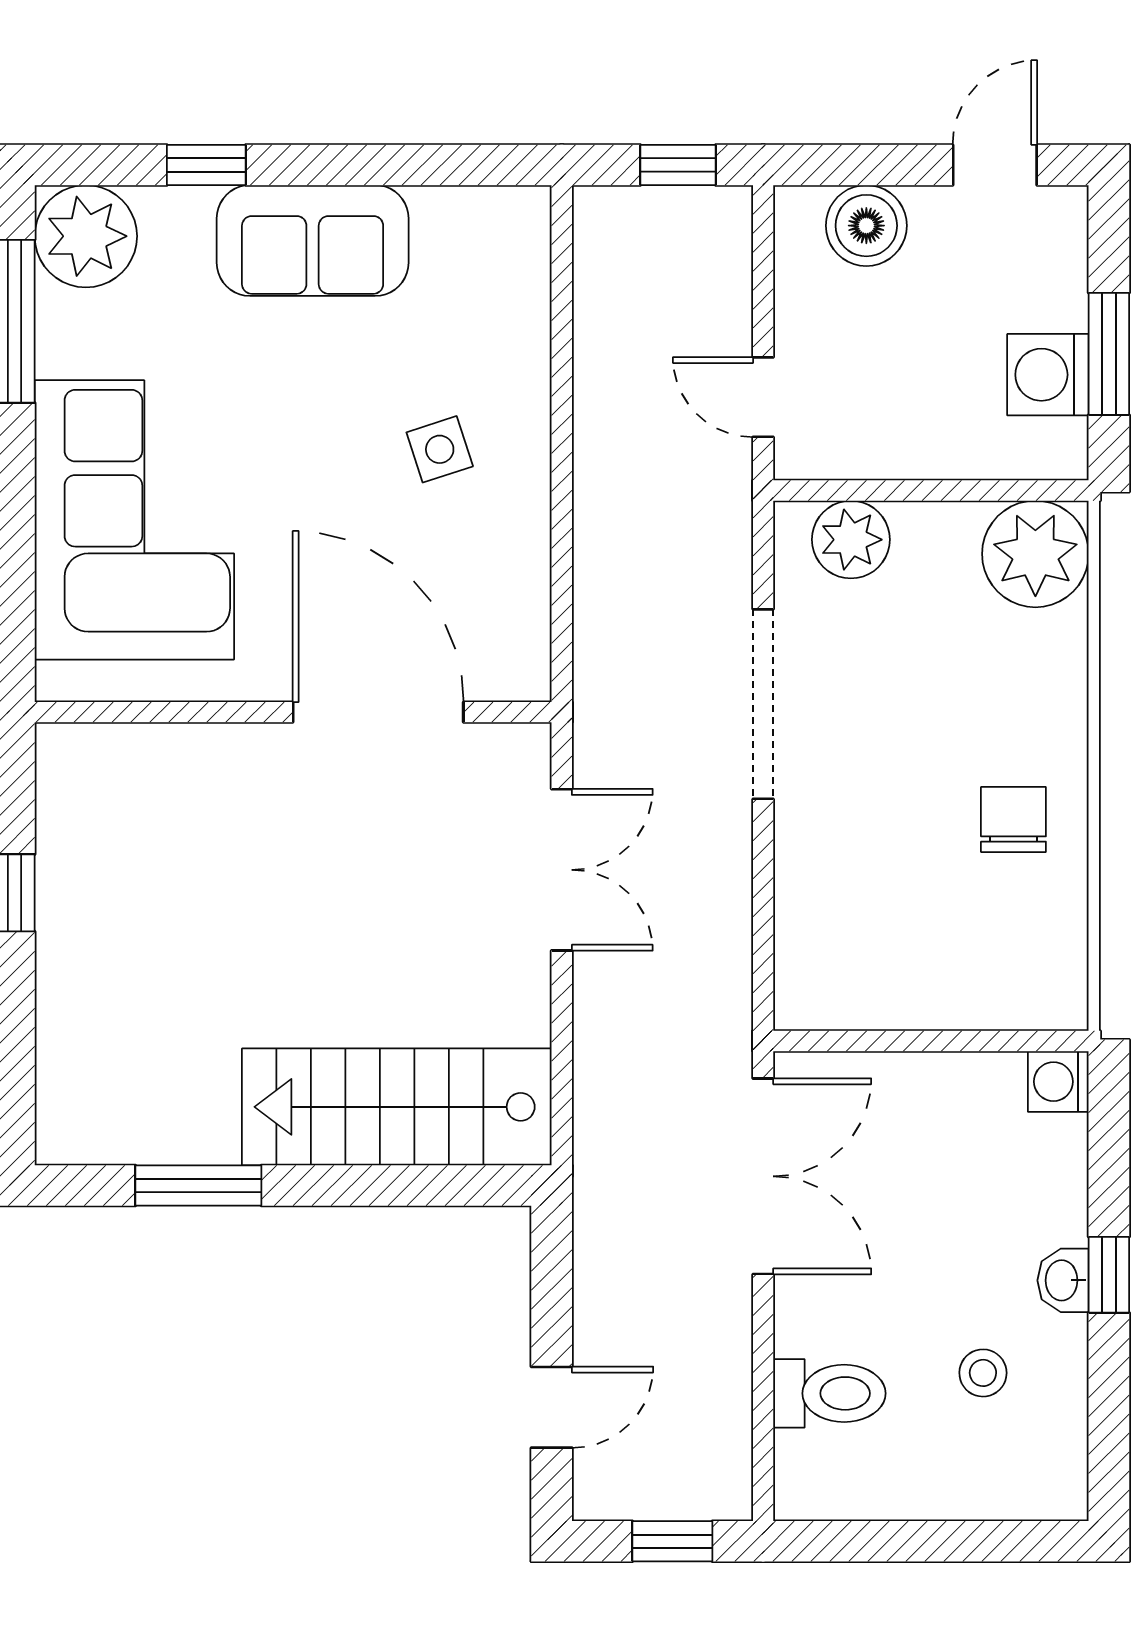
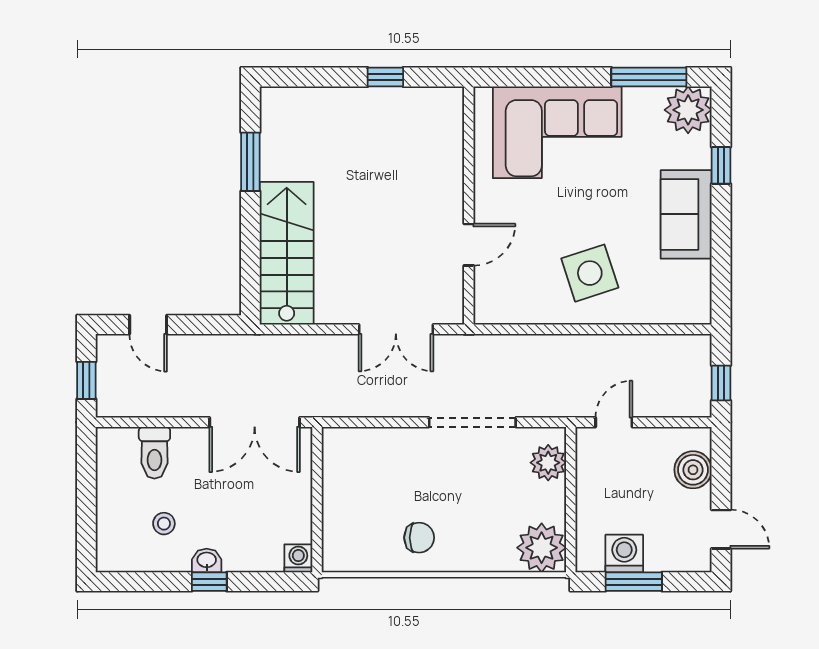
side table: (440, 449) -> (590, 273), width x1.87, depth x1.87
door: (378, 712) -> (469, 245), width x0.53

